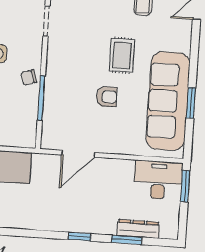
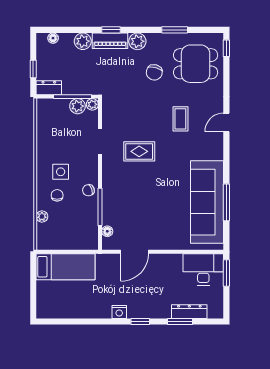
rug: (122, 55) -> (139, 151), moved, turned 90
armchair: (107, 97) -> (155, 202), removed
window: (191, 103) -> (226, 202), width x1.44
floor lamp: (48, 127) -> (107, 231), added
nightstand: (55, 224) -> (119, 312), added

